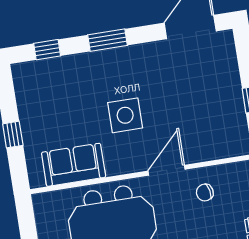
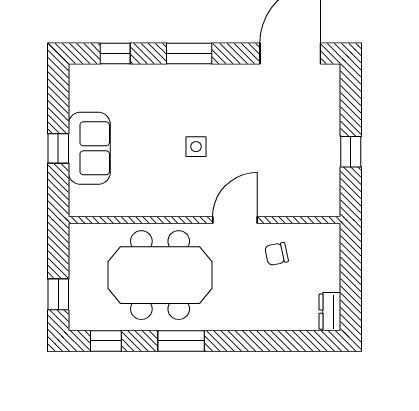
side table: (125, 115) -> (196, 147), width x0.54, depth x0.54
sofa: (74, 165) -> (89, 148), moved, turned 90

